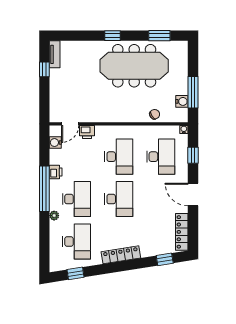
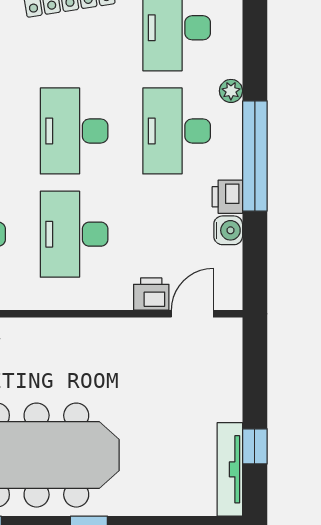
tv unit: (55, 54) -> (230, 469), width x1.41
water cooler: (55, 143) -> (228, 230), moved

